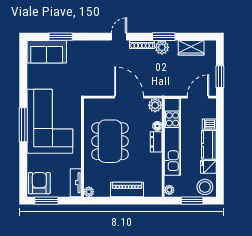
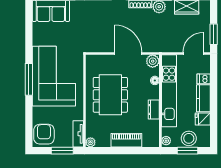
dresser: (156, 142) -> (154, 110), moved
stool: (205, 187) -> (189, 138), moved
window: (46, 201) -> (62, 151), moved

